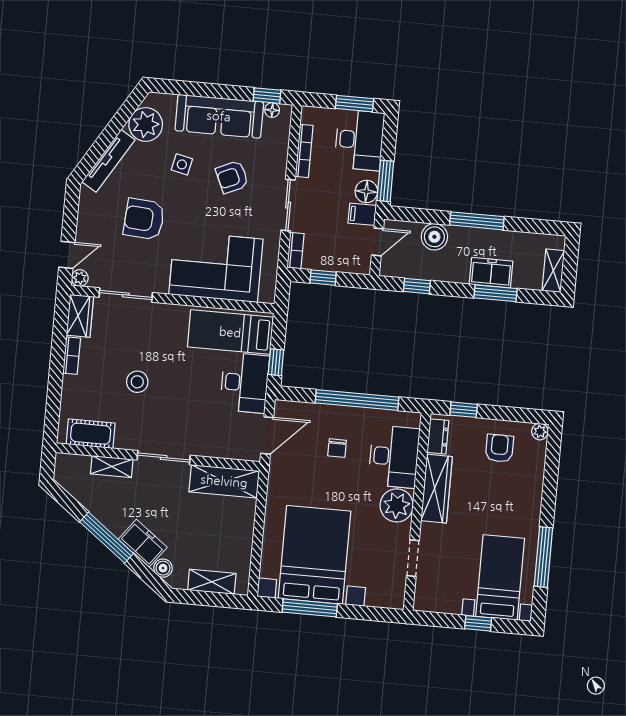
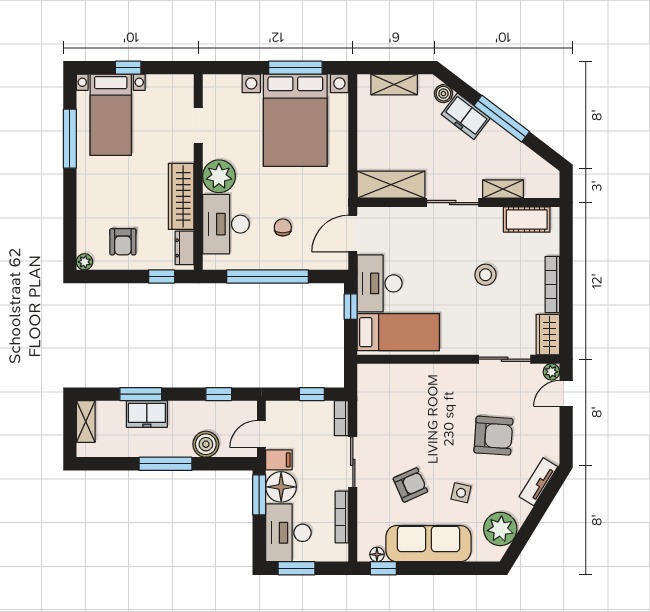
tv unit: (109, 161) -> (538, 482), width x0.71
floor lamp: (366, 191) -> (281, 487), width x1.38, depth x1.38
corner sofa: (216, 267) -> (418, 395), removed
bookcase: (72, 356) -> (552, 284), width x1.56

